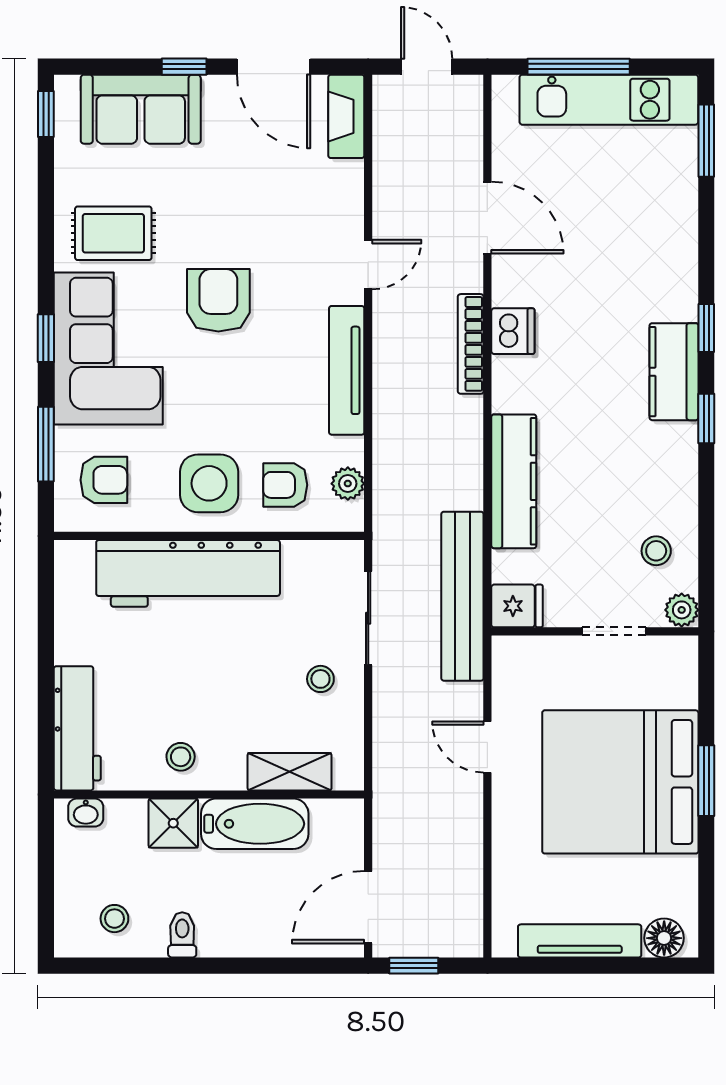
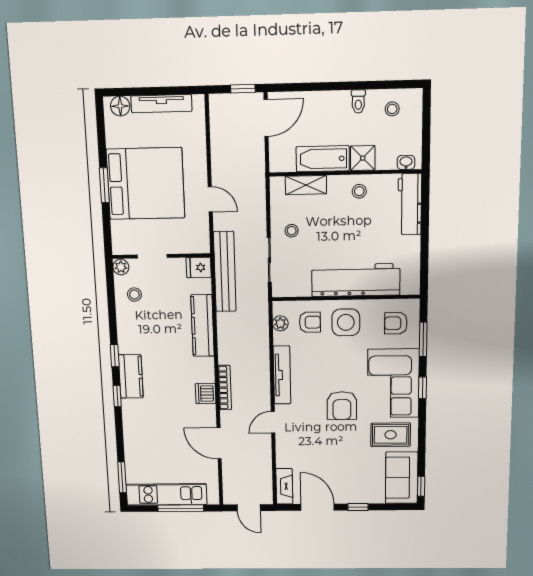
sofa: (141, 109) -> (402, 478), moved, turned -90

